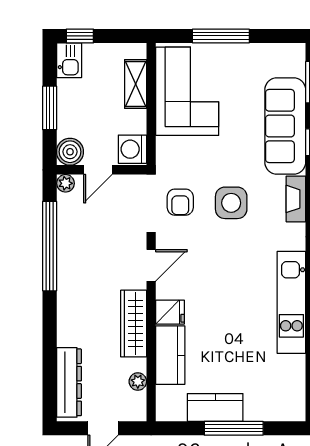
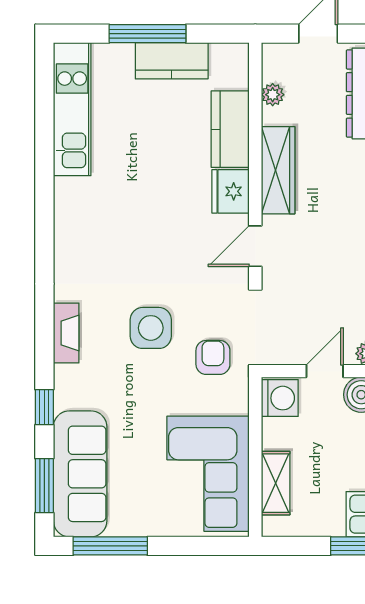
window: (221, 36) -> (110, 546), moved
sofa: (285, 126) -> (80, 474), moved
armchair: (180, 202) -> (213, 357), moved
kitchen unit: (291, 302) -> (72, 109), moved
fridge: (170, 312) -> (231, 191), width x1.38

